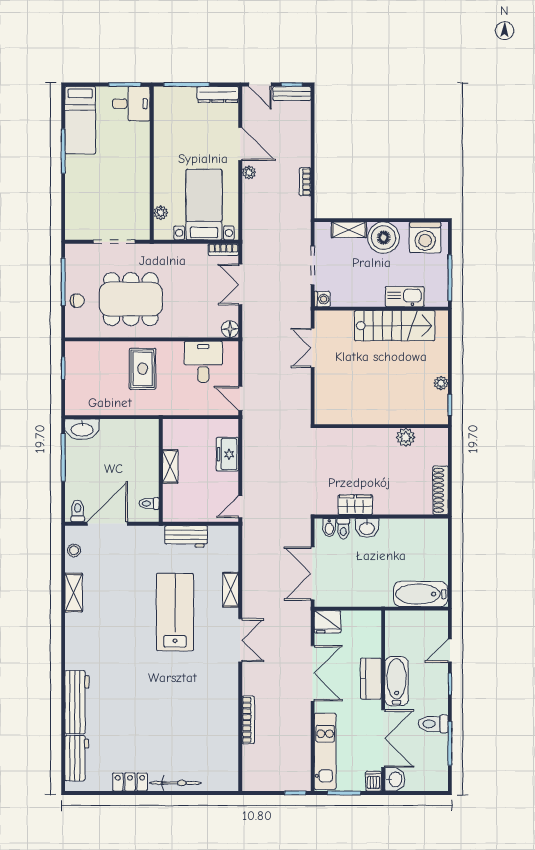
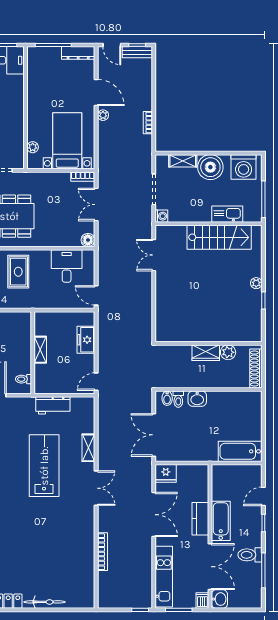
wall: (381, 426) -> (209, 343), moved
plant: (406, 437) -> (228, 352), moved
wardrobe: (355, 505) -> (206, 353), moved, turned 180

